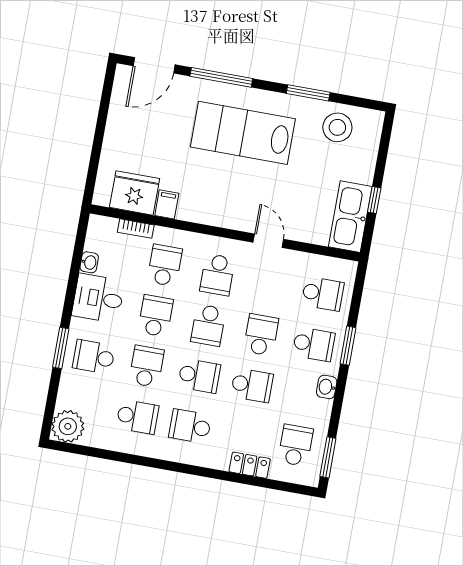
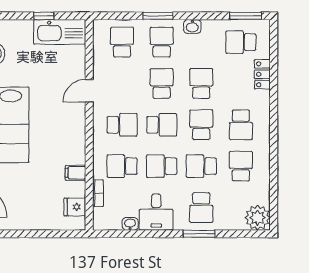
fridge: (135, 193) -> (75, 207), width x0.53, depth x0.75
school desk: (261, 335) -> (162, 83), turned 90

